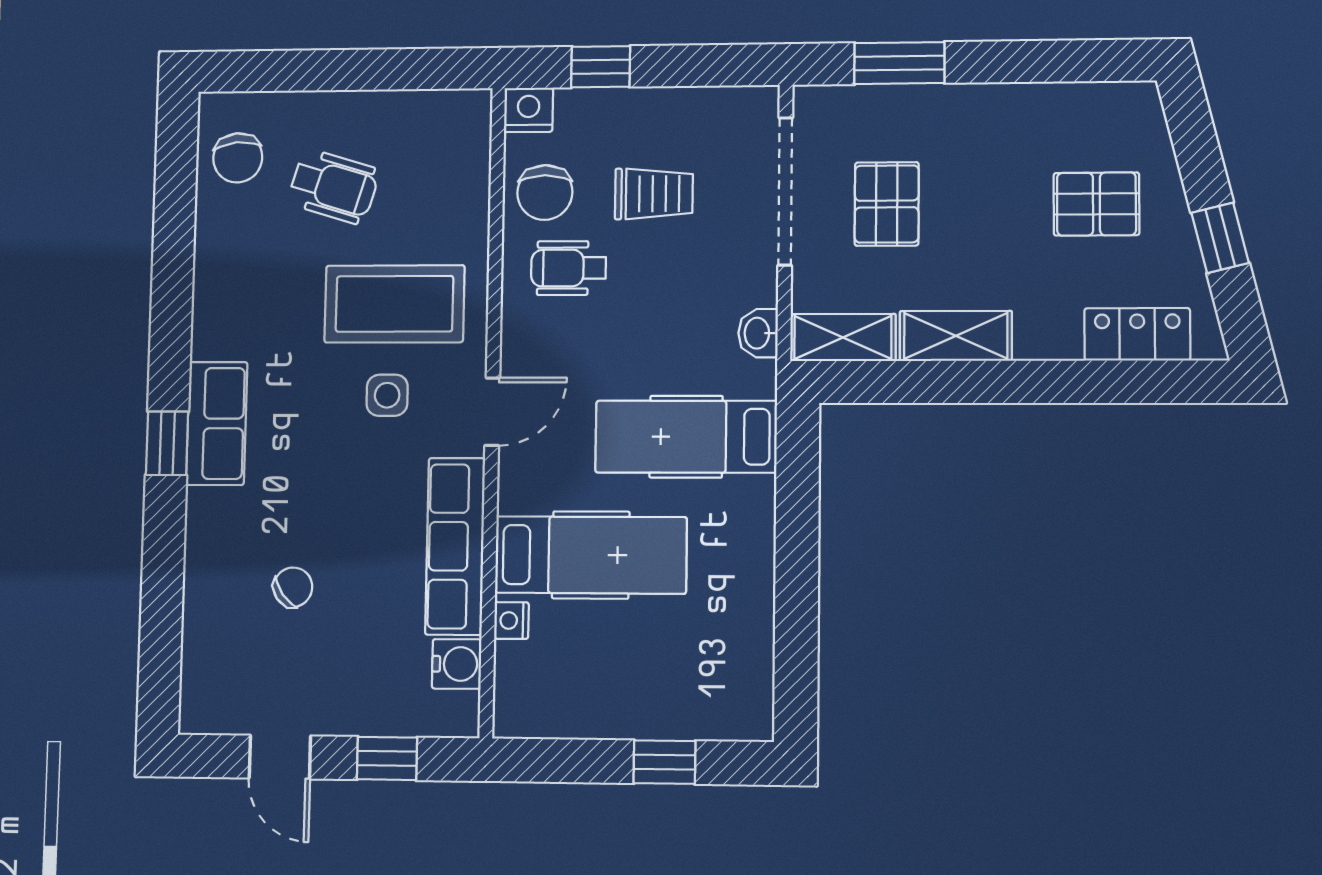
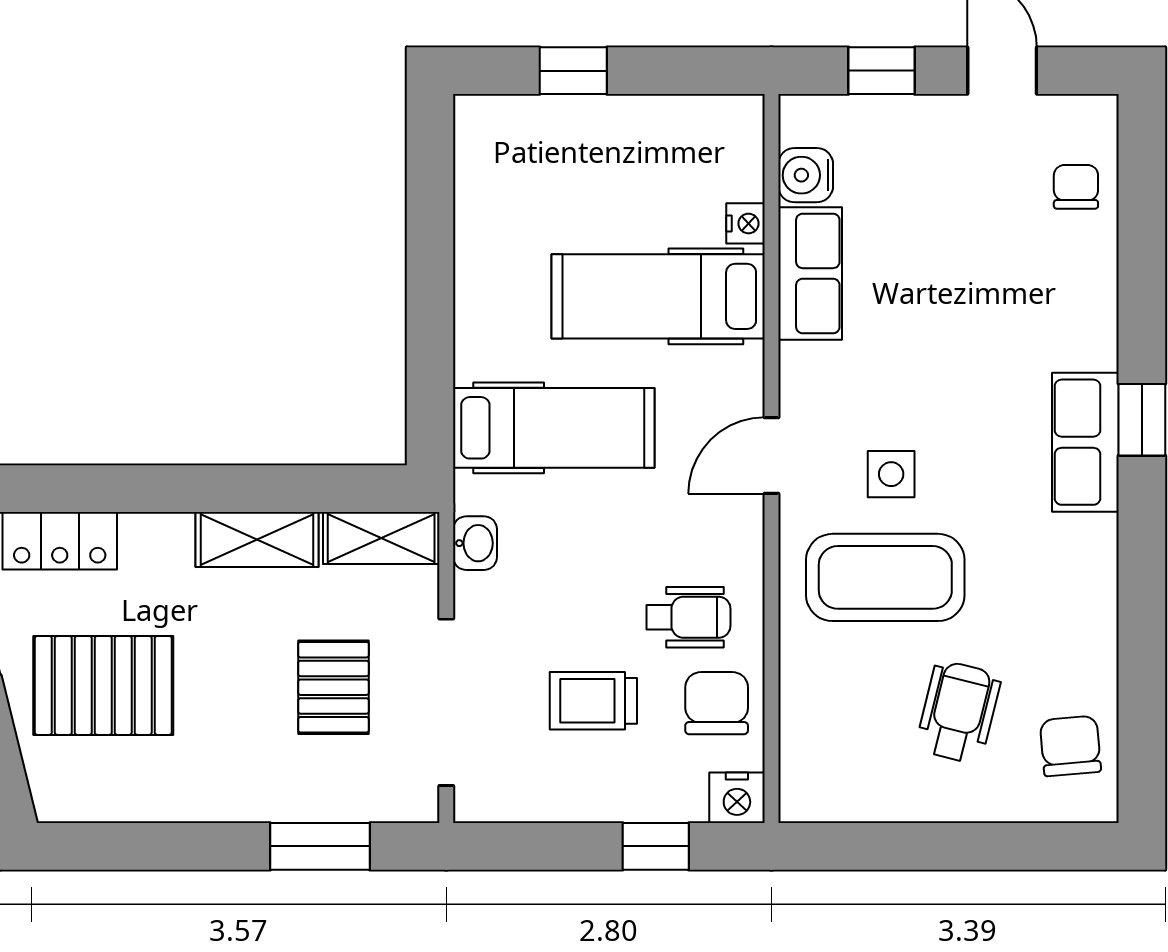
wheelchair: (334, 187) -> (958, 712), turned 87
pallet: (1096, 204) -> (103, 685), width x1.50, depth x1.42
row of seats: (455, 546) -> (810, 273), width x0.68
chair: (293, 587) -> (1076, 187), moved, turned 126

